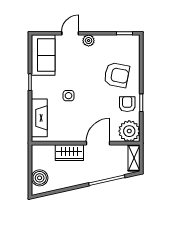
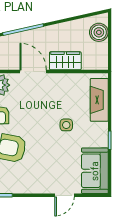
plant: (89, 41) -> (44, 187), removed
door: (98, 143) -> (33, 71), swing flipped

